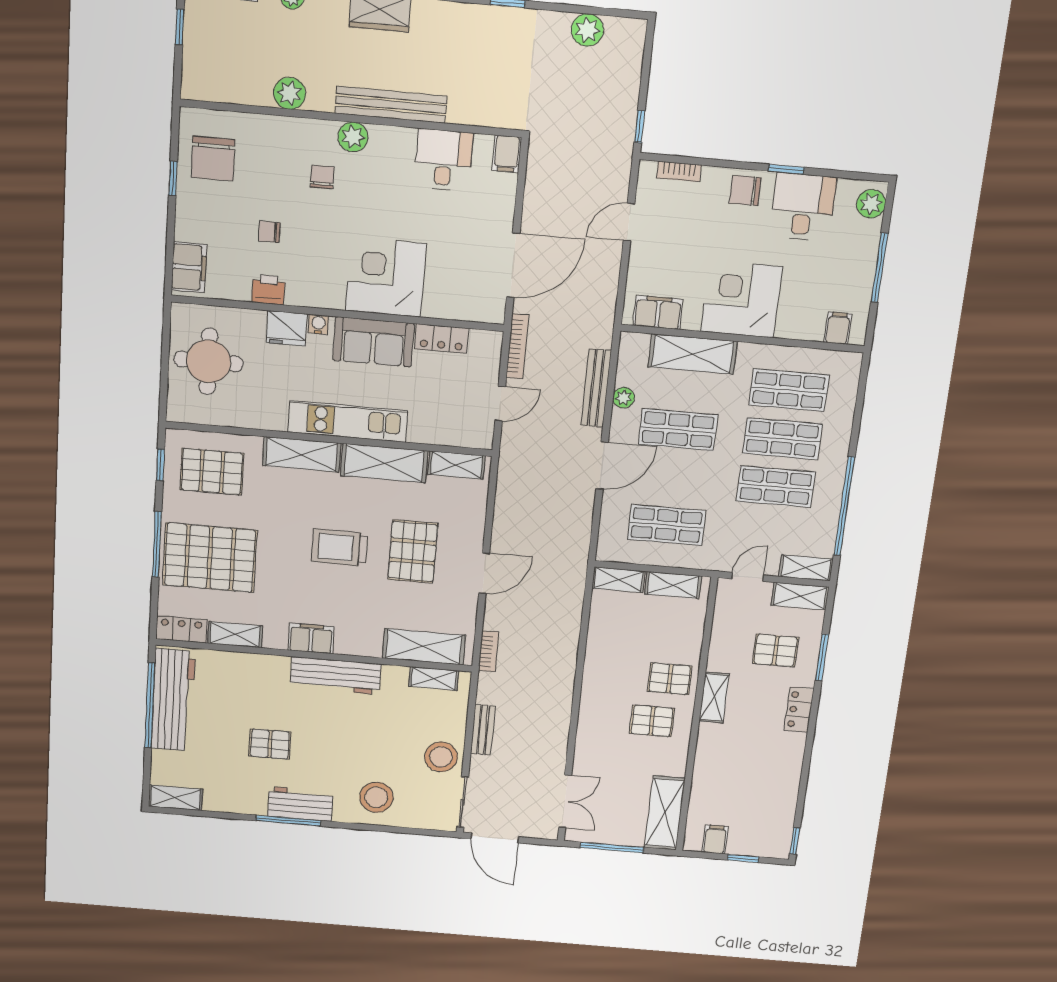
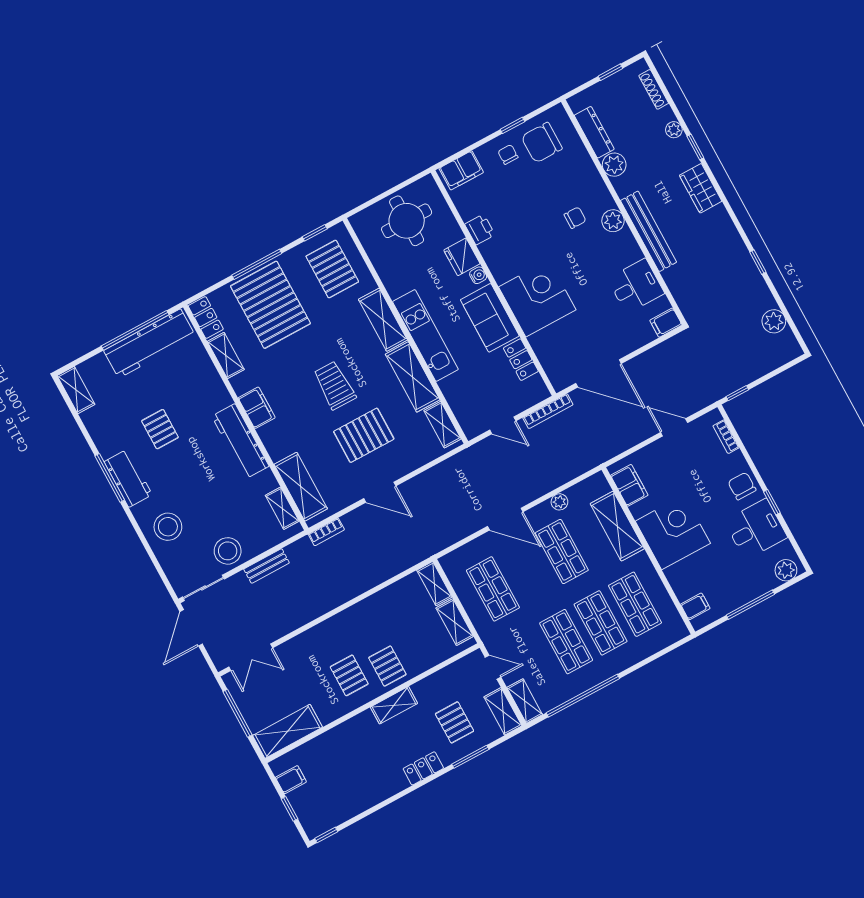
dresser: (238, 91) -> (594, 132), added
chair: (269, 232) -> (508, 154), moved
bench: (596, 388) -> (554, 480), removed

